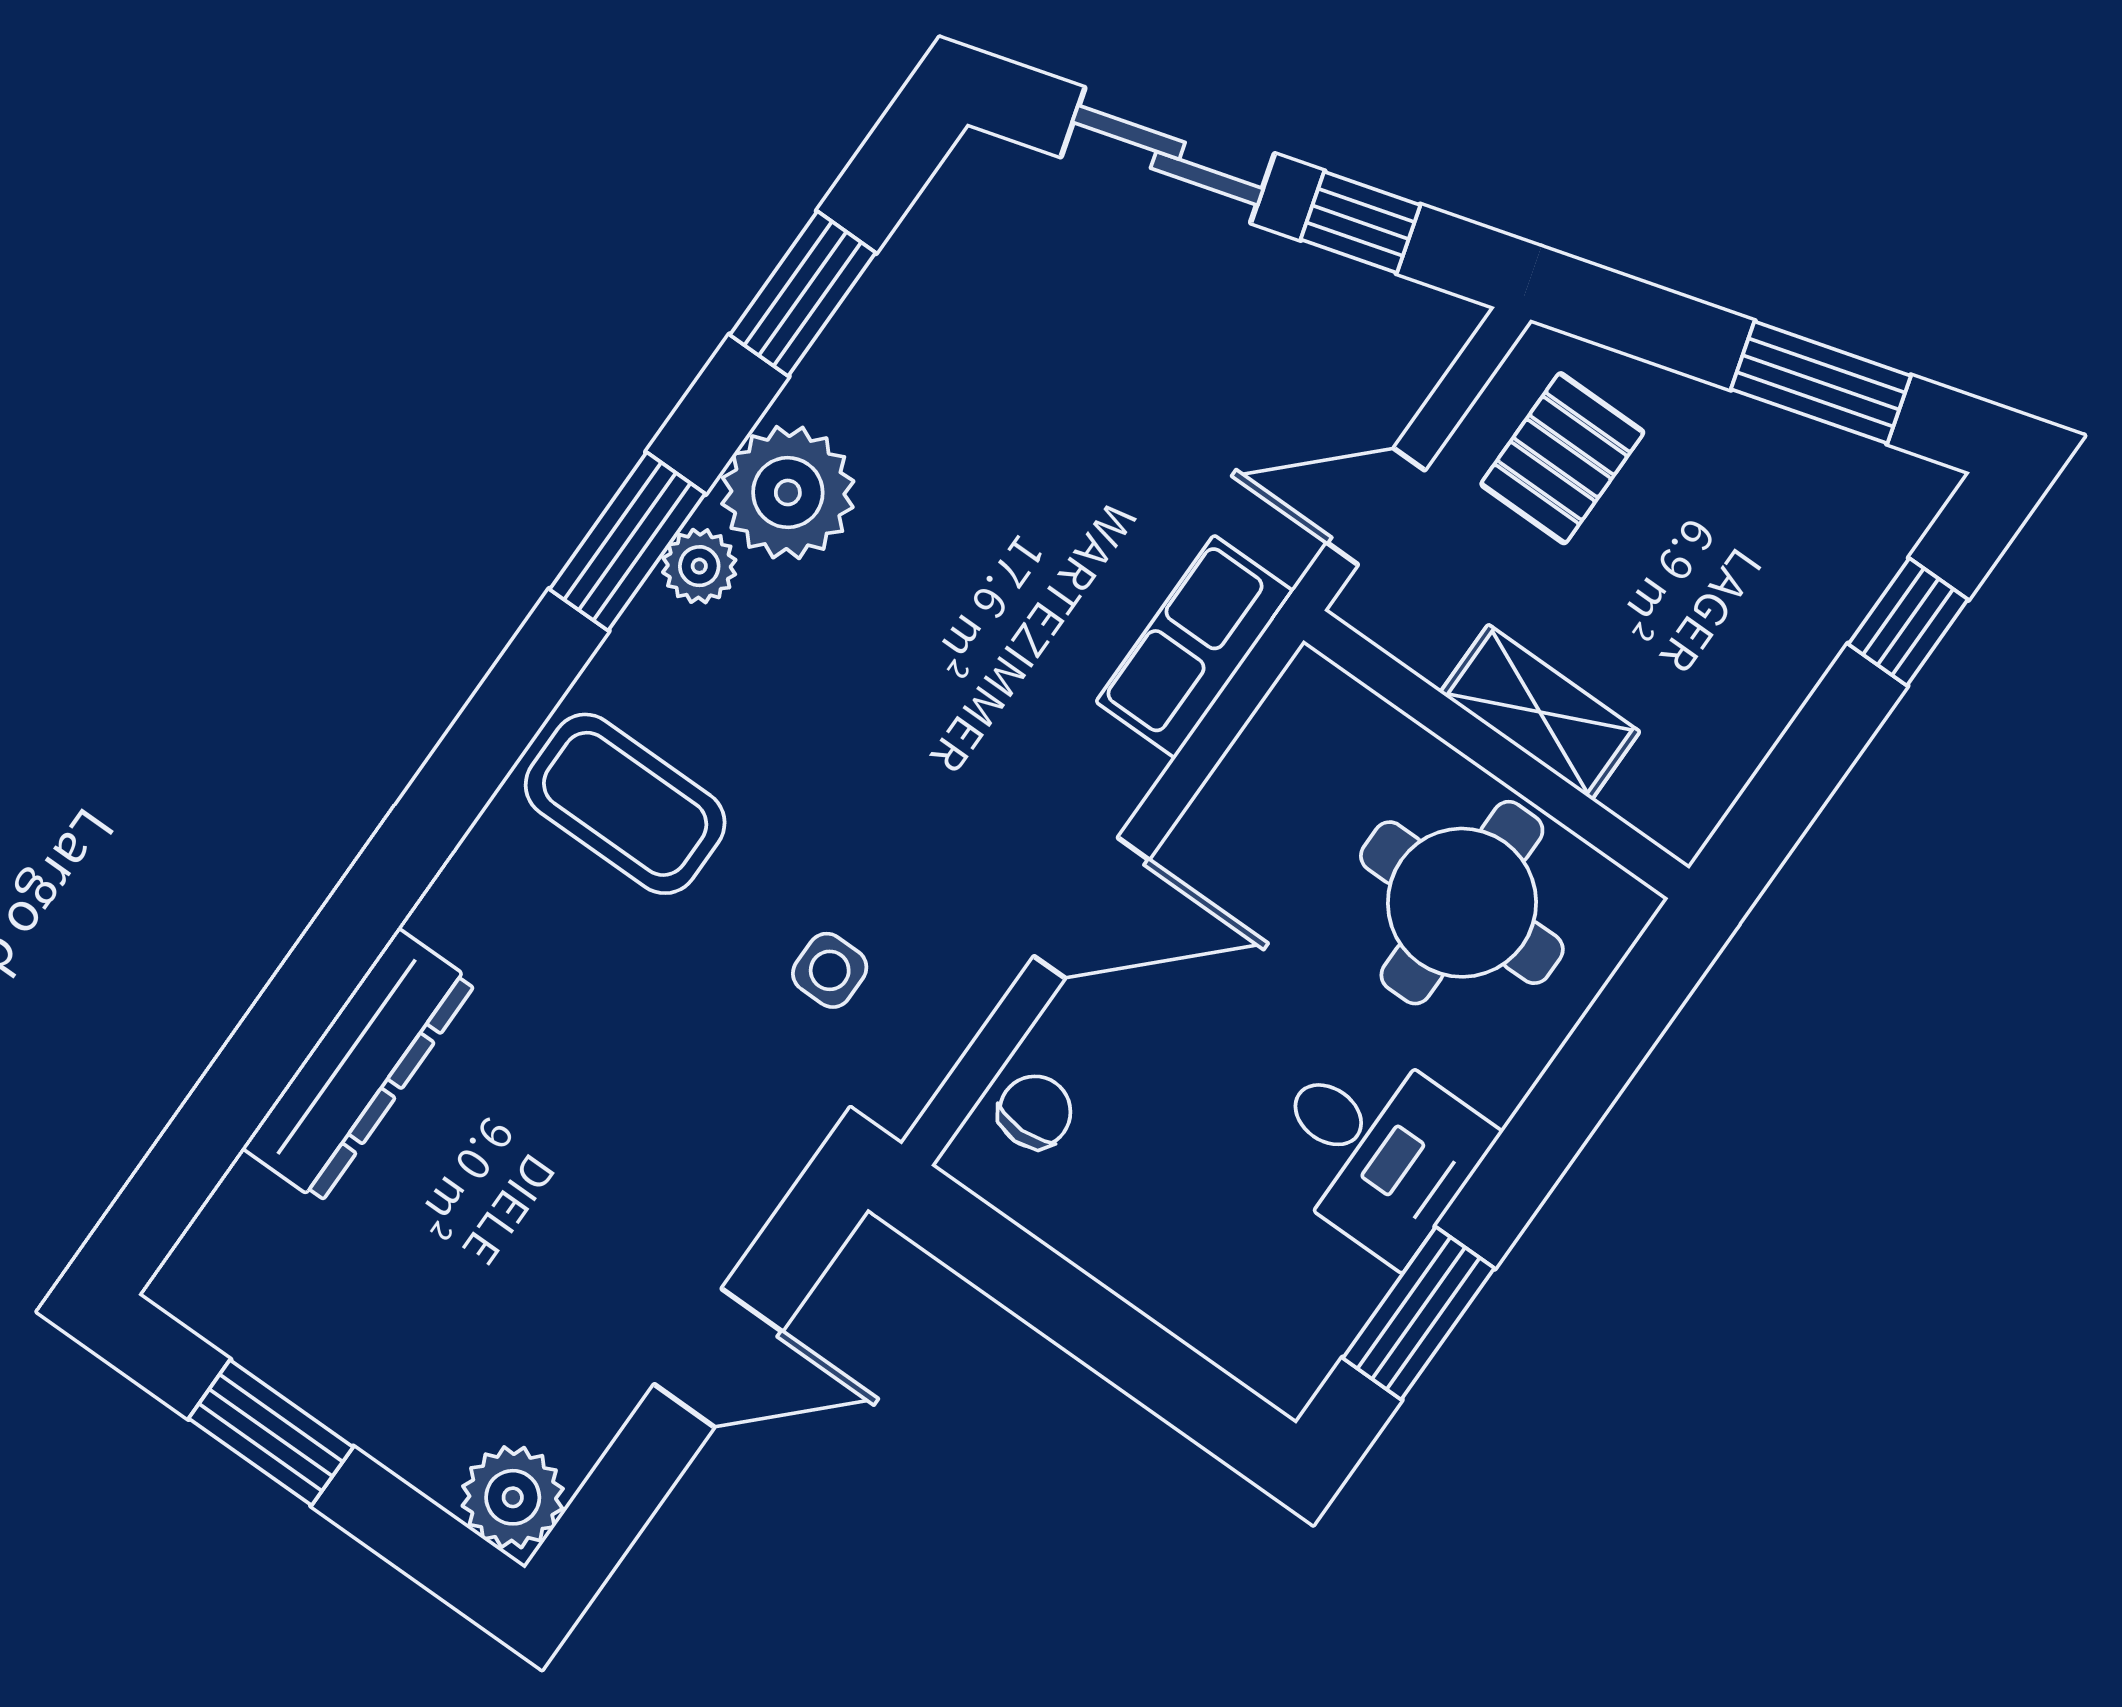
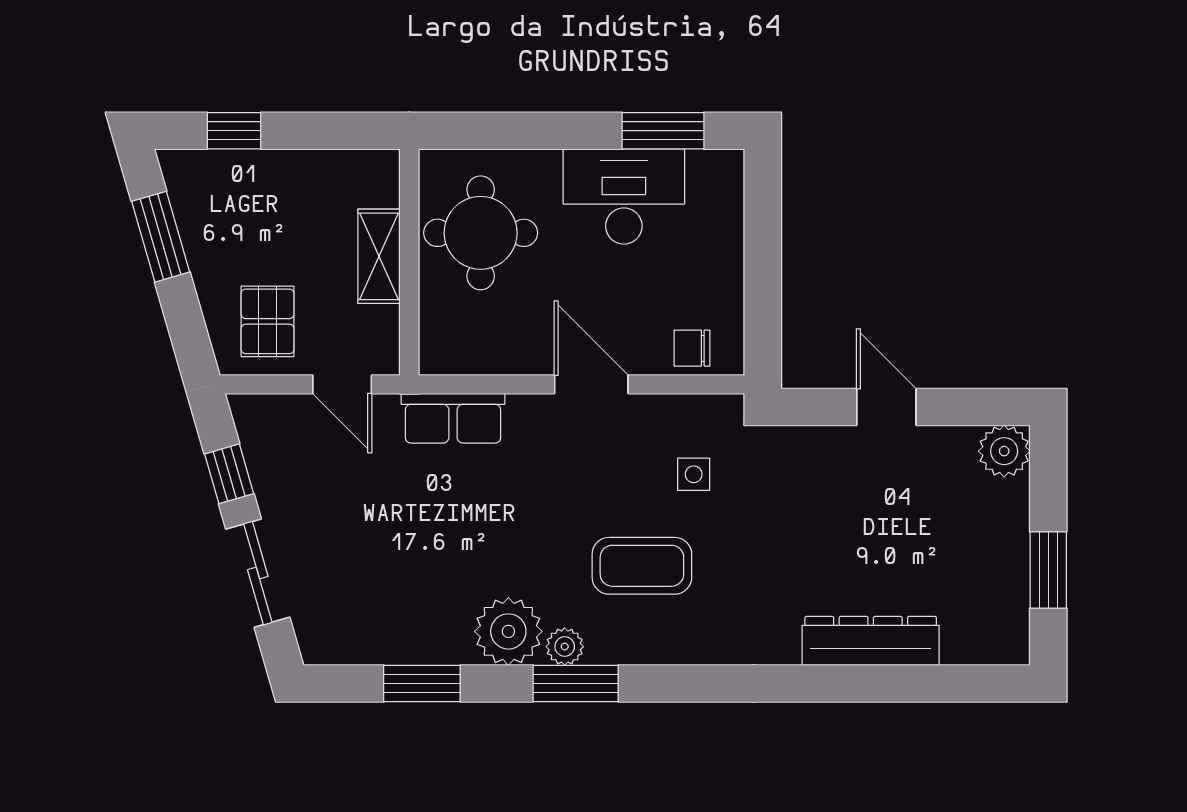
pallet: (1562, 458) -> (268, 321), turned 90
coffee table: (625, 804) -> (642, 566), moved, turned 90
desk: (1376, 1148) -> (624, 196), width x1.37

